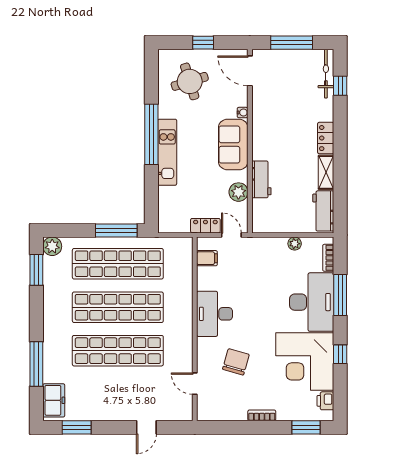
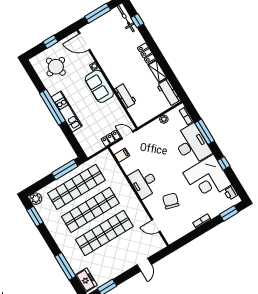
plant: (238, 192) -> (117, 110), removed

